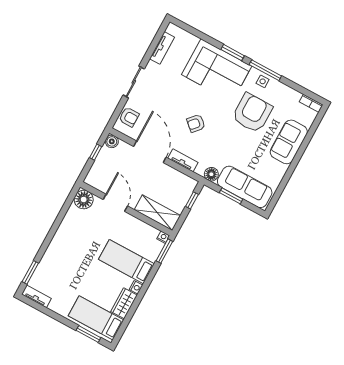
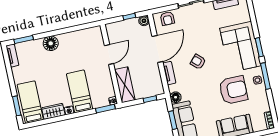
floor lamp: (84, 200) -> (51, 43), moved

